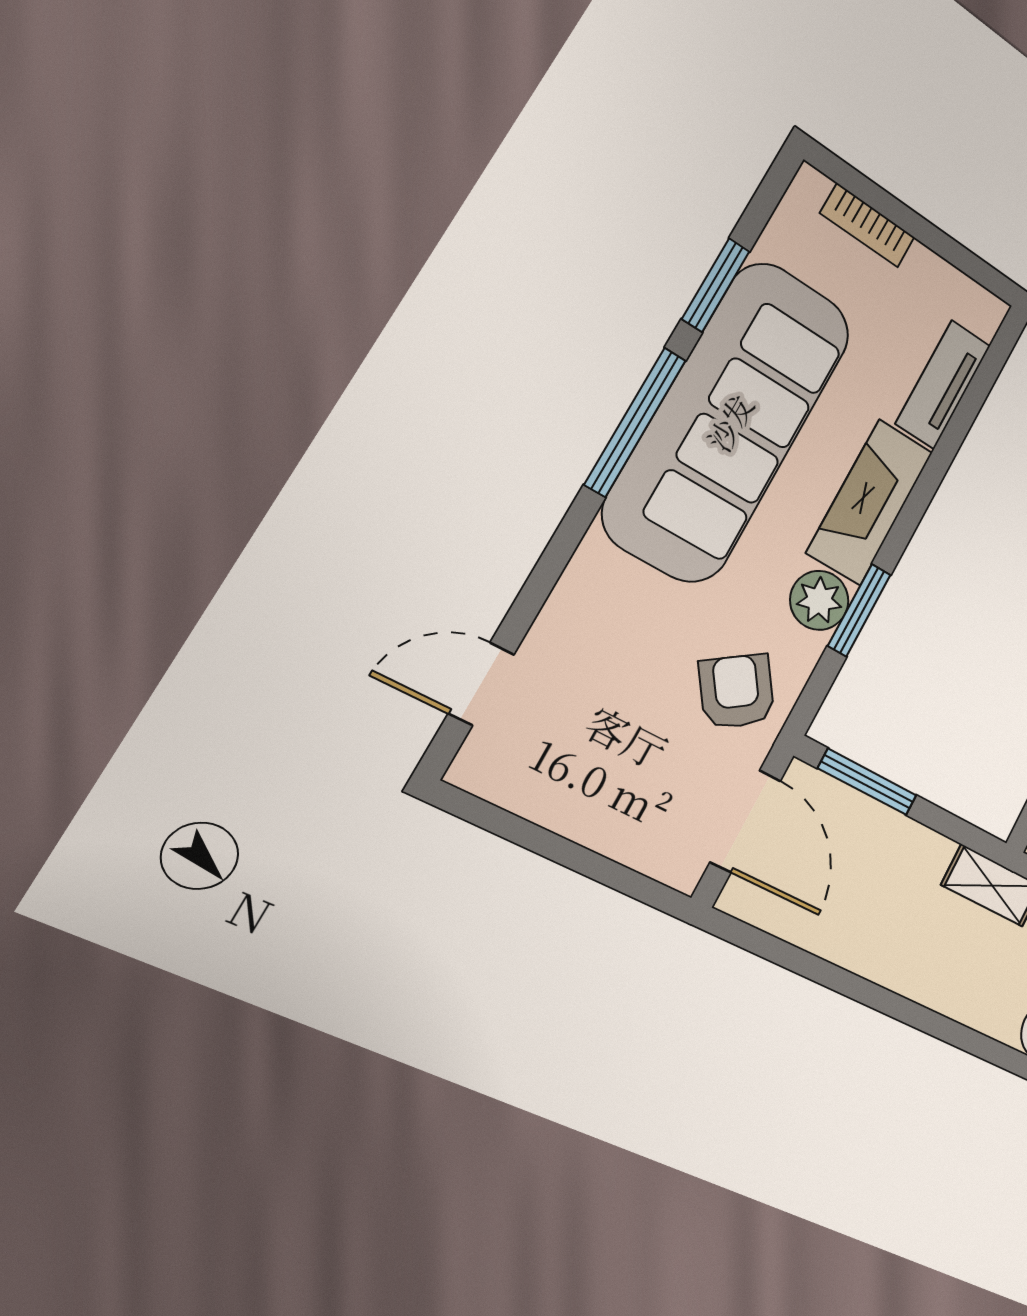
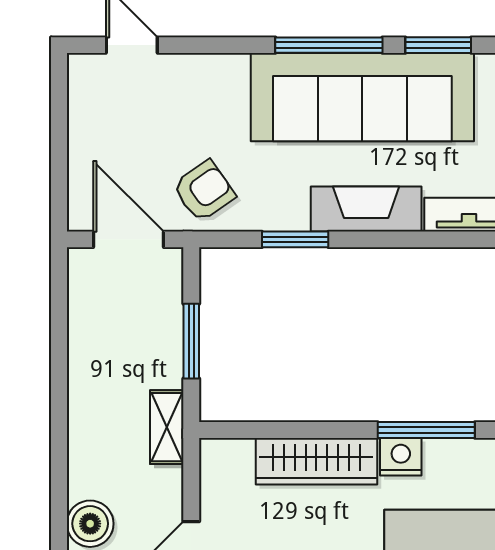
plant: (819, 600) -> (287, 211), removed
window: (867, 782) -> (191, 341), moved
door: (745, 821) -> (129, 239), swing flipped

